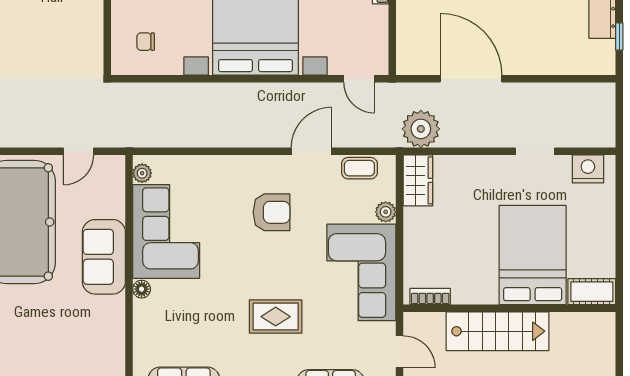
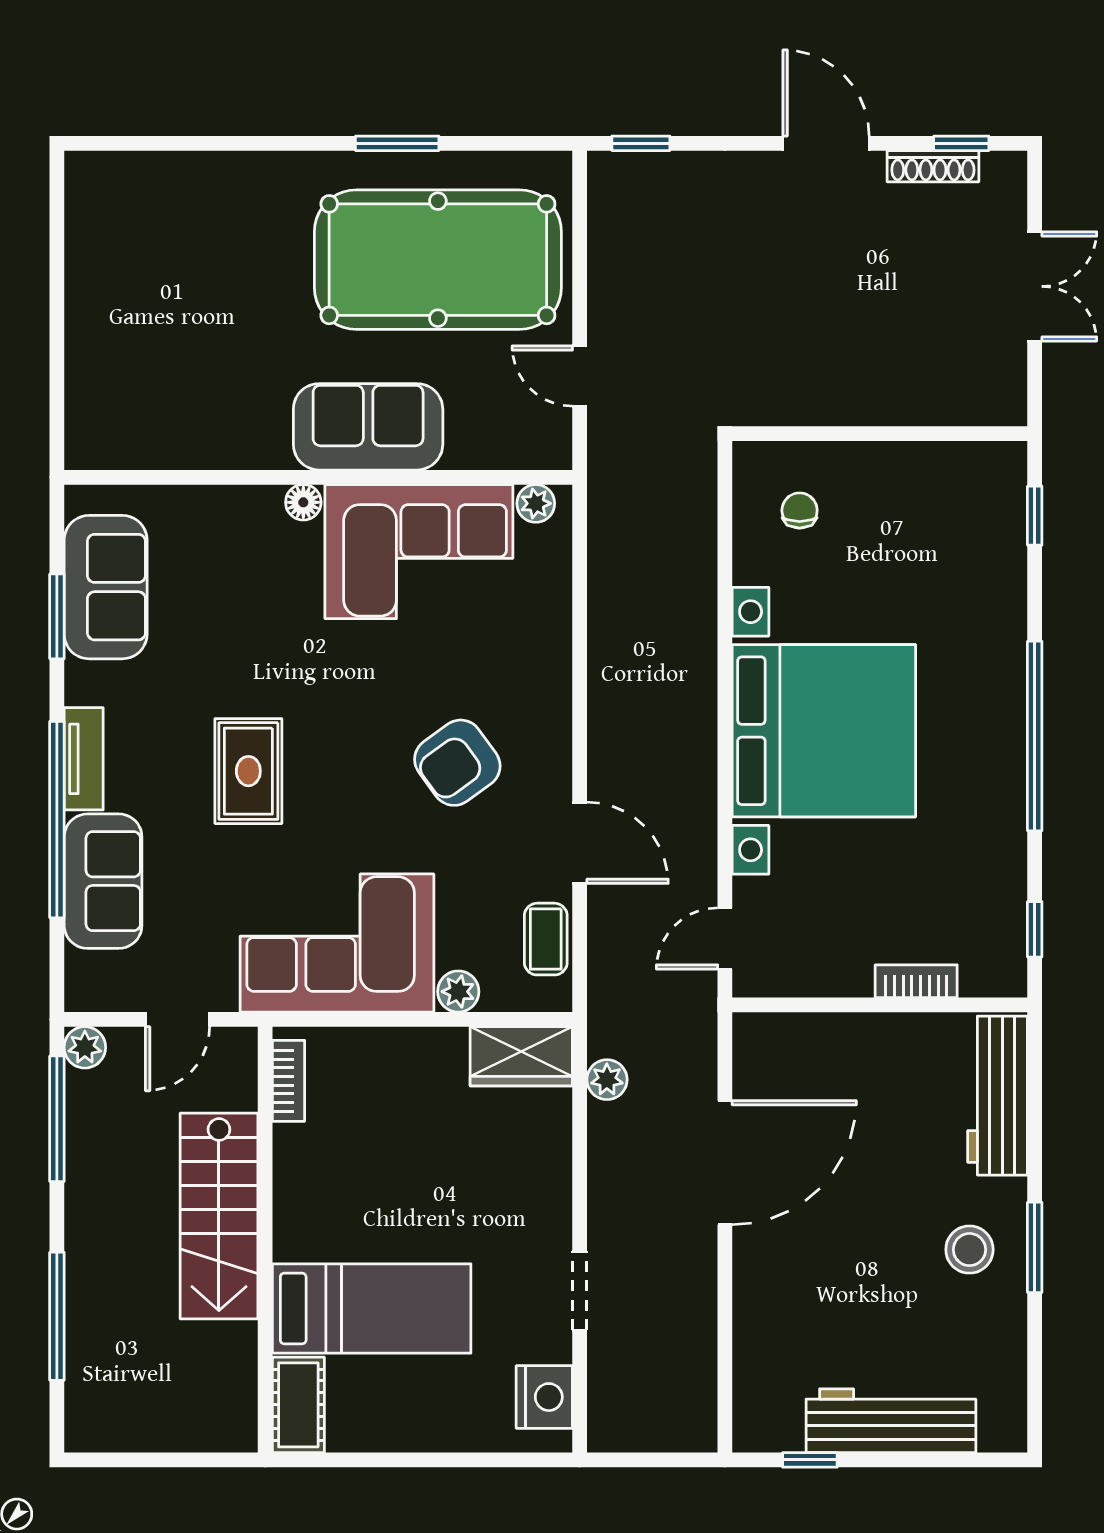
plant: (421, 129) -> (607, 1080), width x0.53, depth x0.53
armchair: (271, 212) -> (457, 763), turned 54
bed: (533, 255) -> (372, 1308), width x0.67

